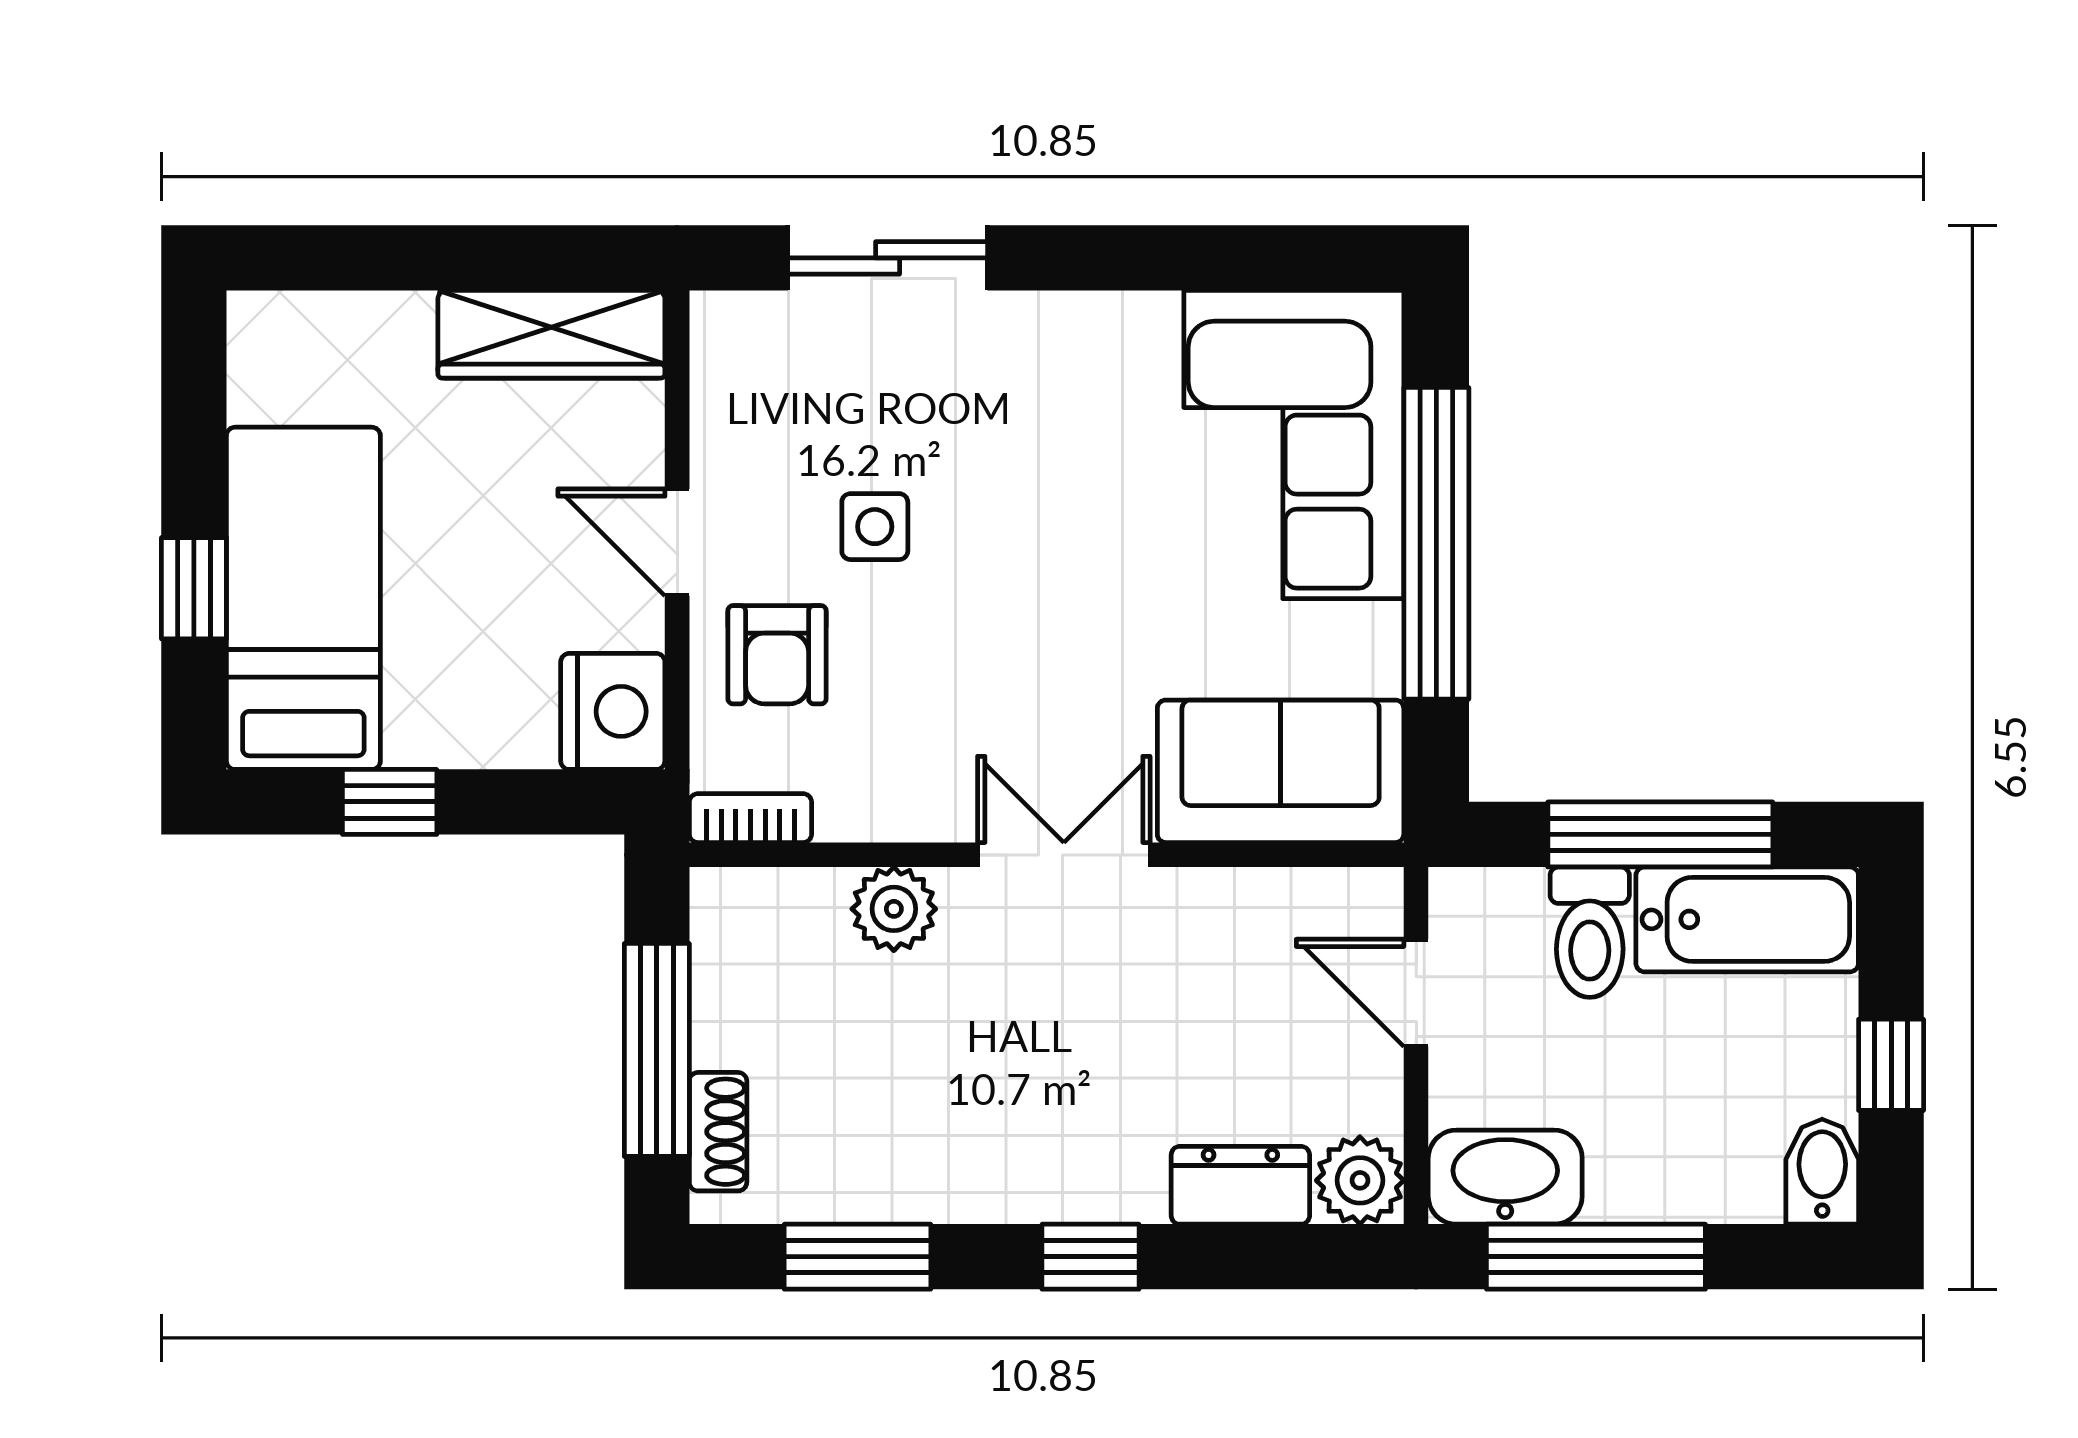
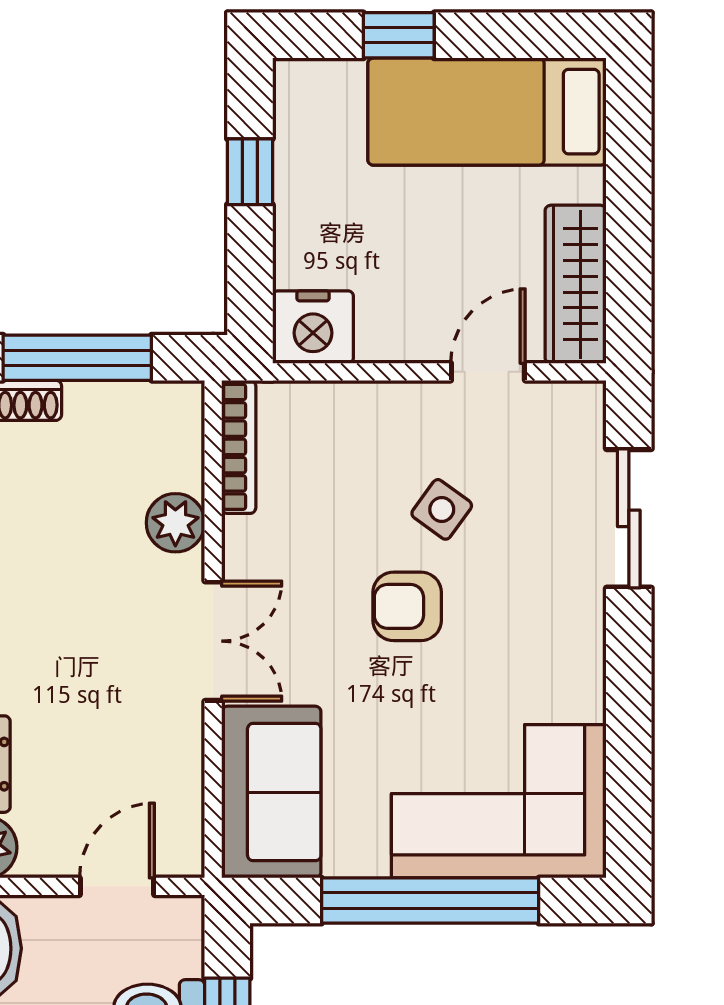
side table: (875, 527) -> (442, 509), turned 36
door: (677, 542) -> (488, 372), moved
bed: (303, 598) -> (487, 112), moved, turned 180
armchair: (777, 655) -> (407, 606), moved
bookcase: (750, 818) -> (239, 447), width x1.56

